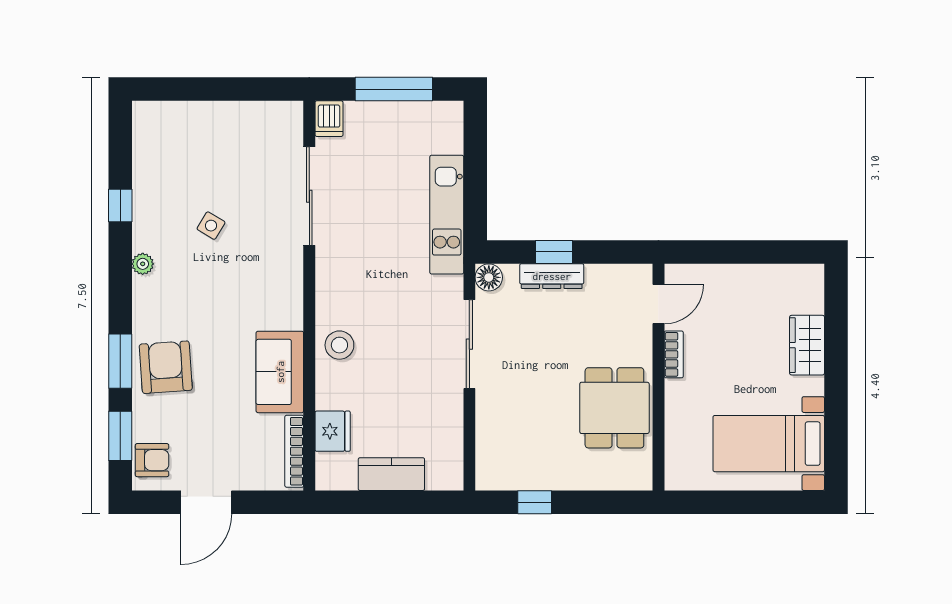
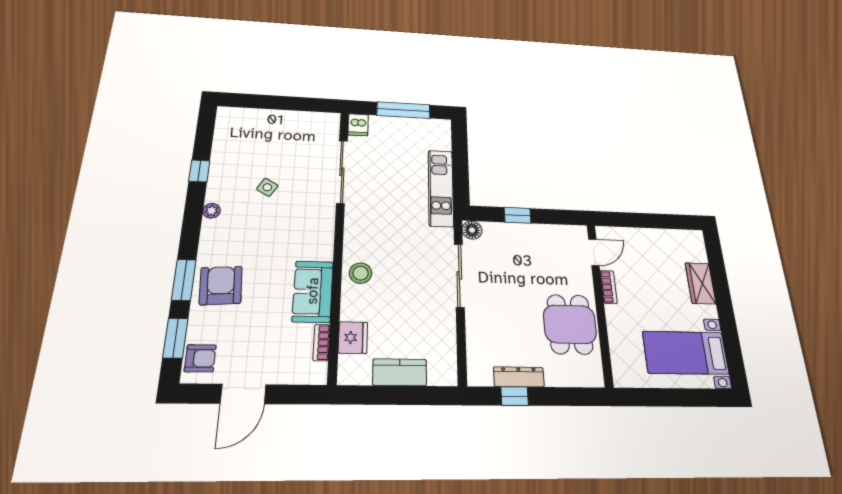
dresser: (552, 276) -> (519, 377), moved, turned 180
bookcase: (294, 451) -> (321, 343), width x0.64

